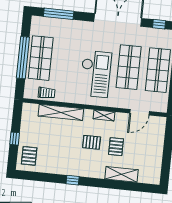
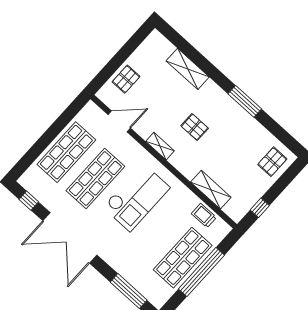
checkout: (95, 74) -> (136, 197), turned 180
shelving: (61, 112) -> (211, 190), width x0.68
window: (15, 139) -> (260, 208), moved
pallet: (116, 147) -> (126, 79), moved
window: (73, 180) -> (245, 101), width x2.17

